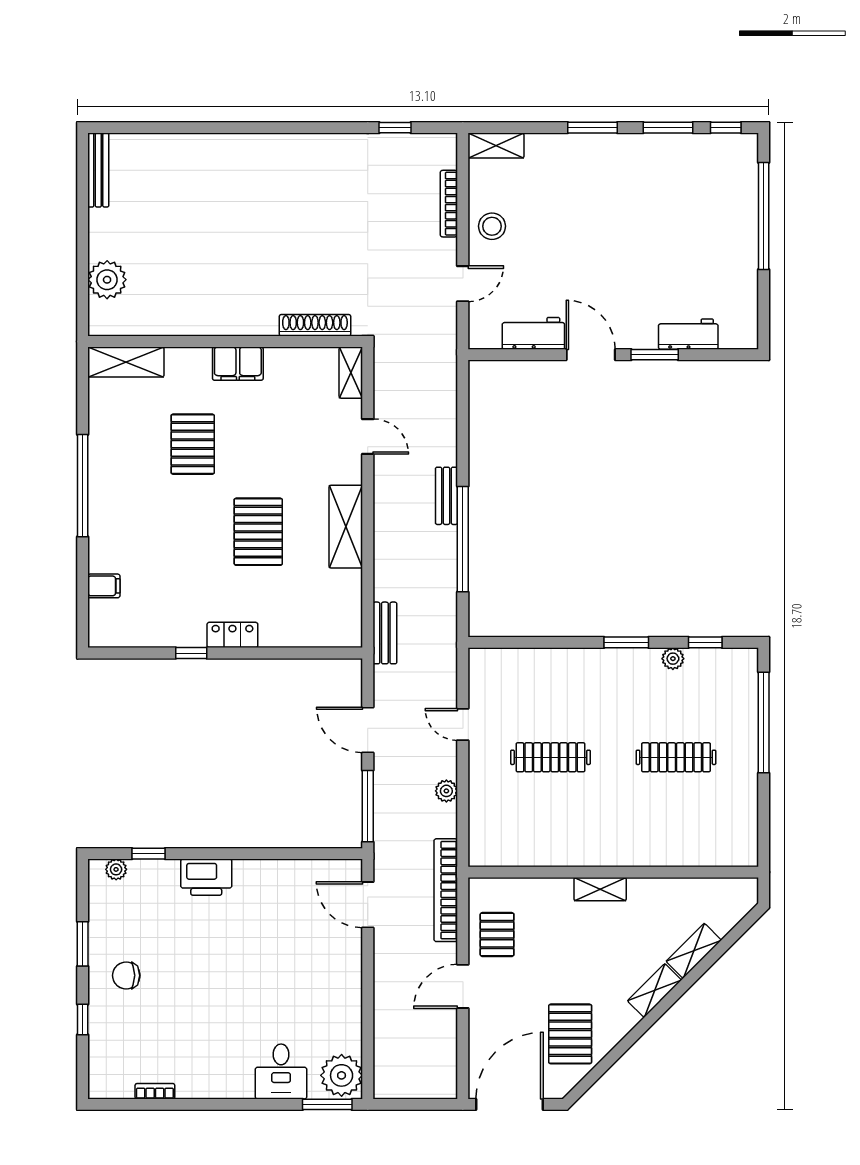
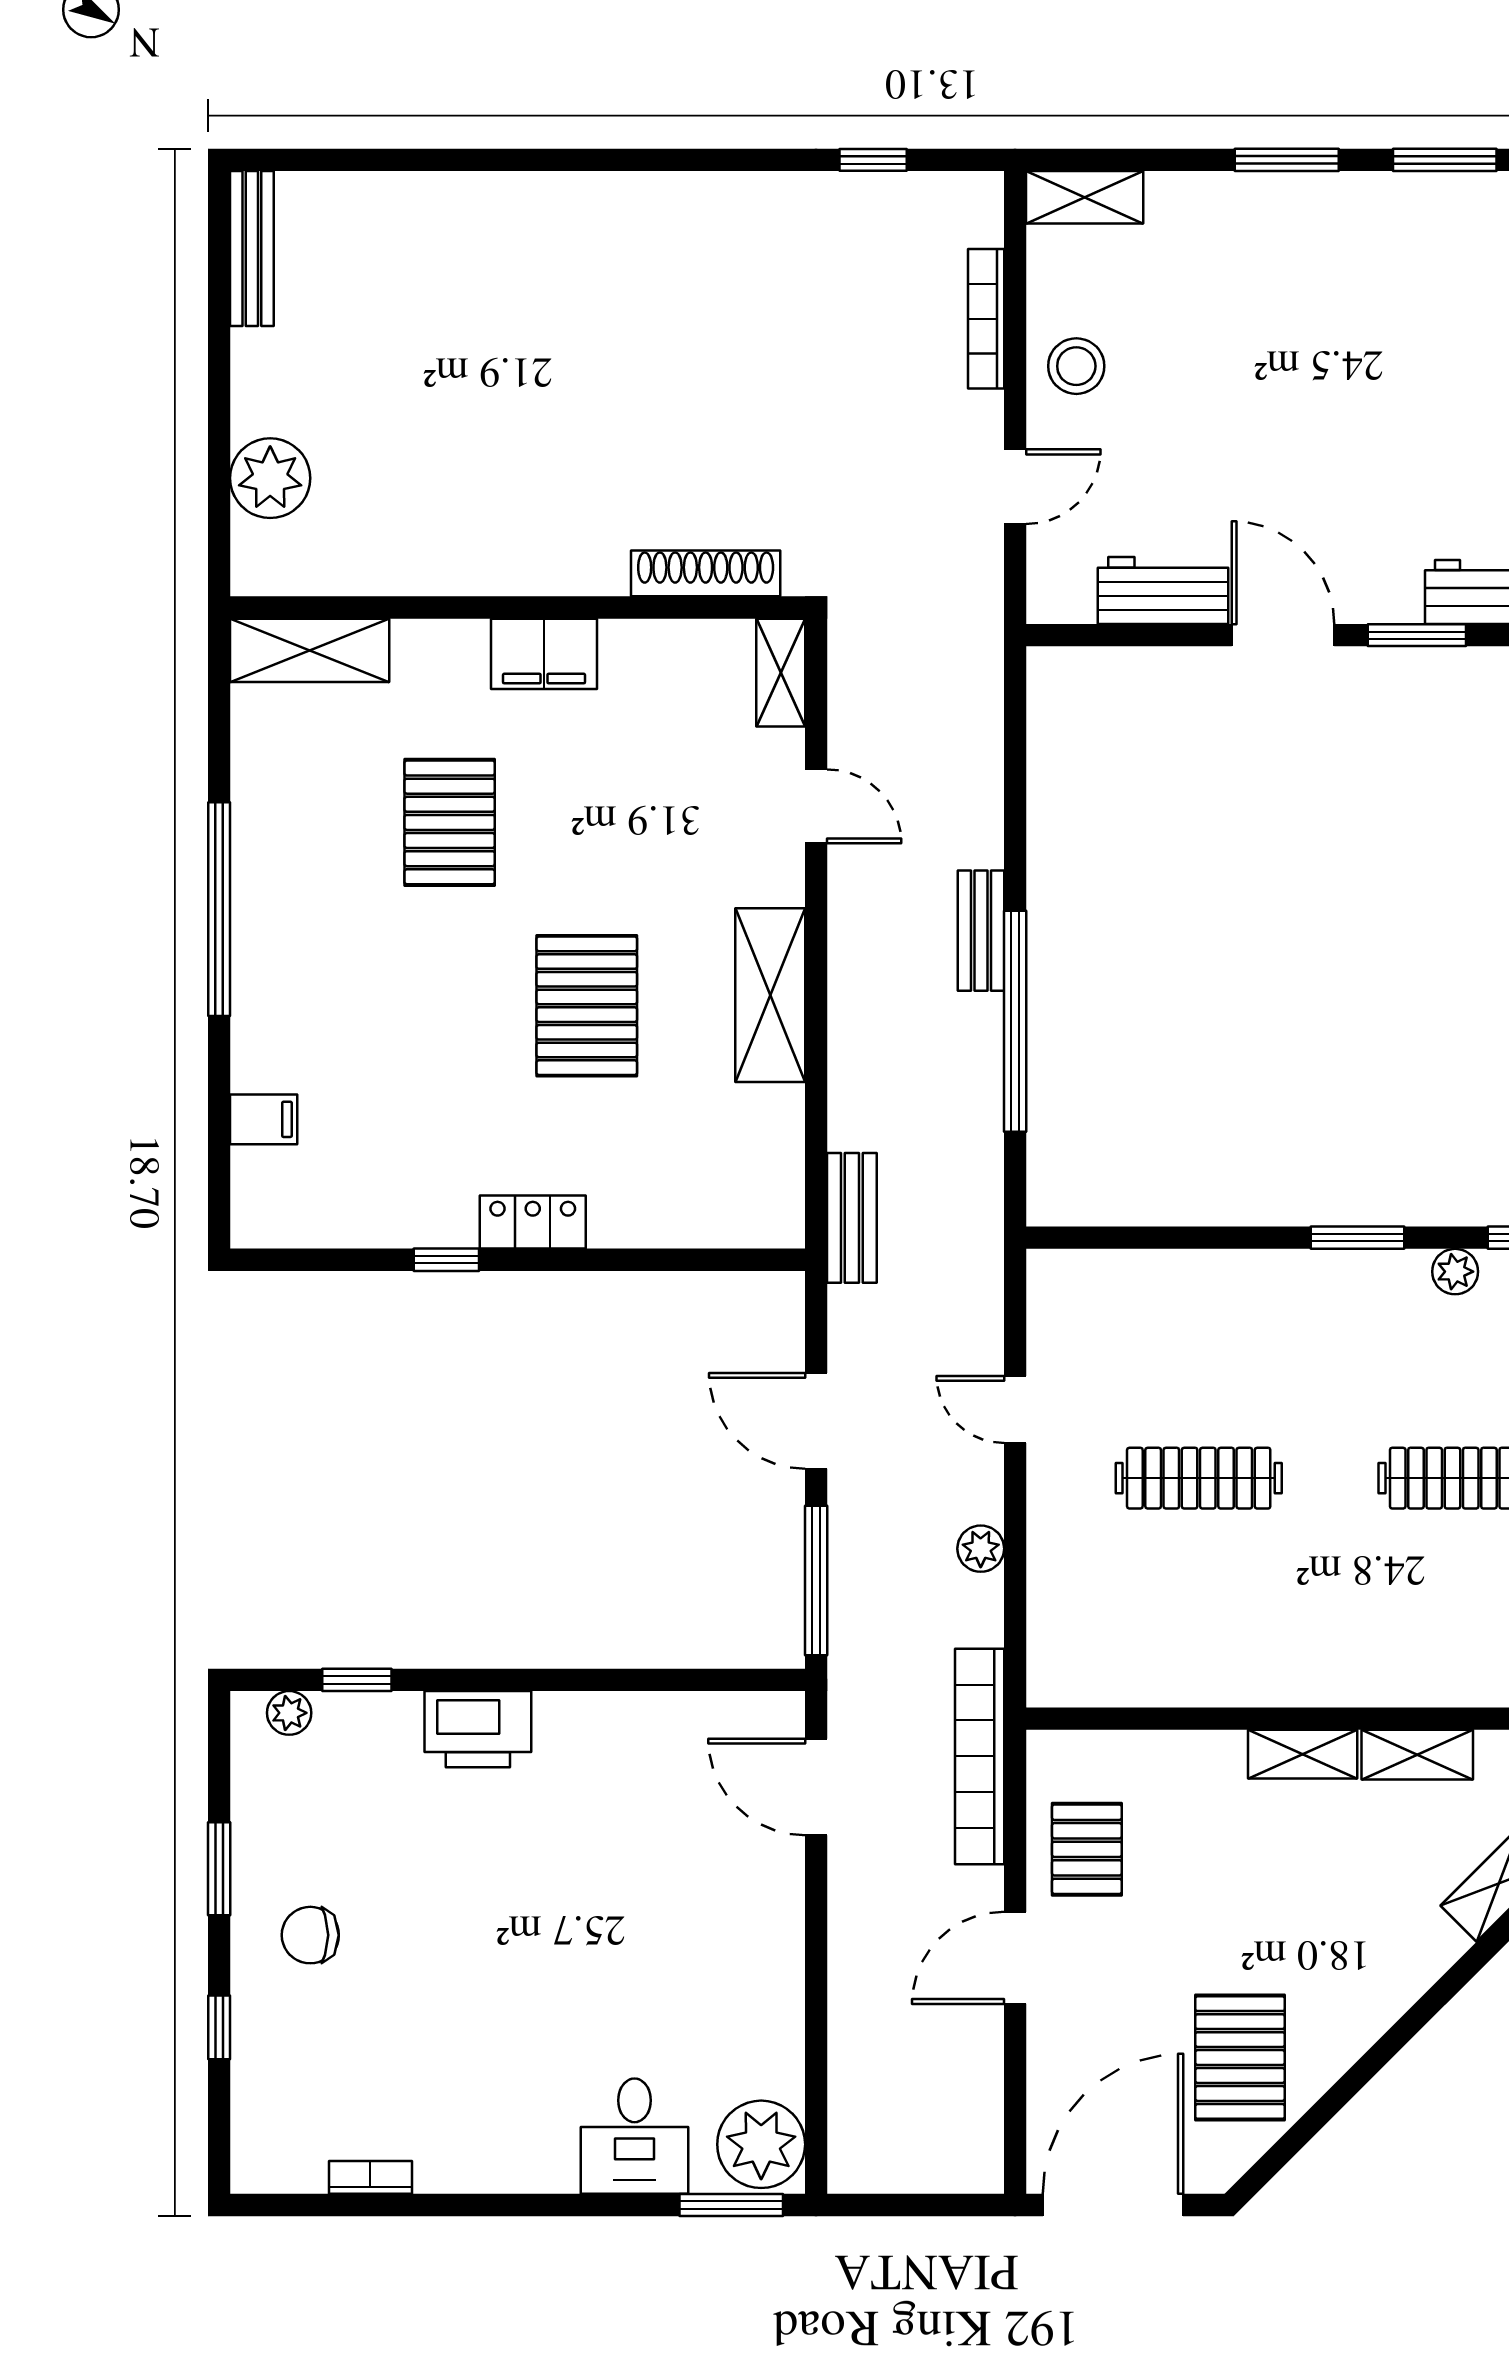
shelving: (654, 991) -> (1417, 1755), moved, turned 45

